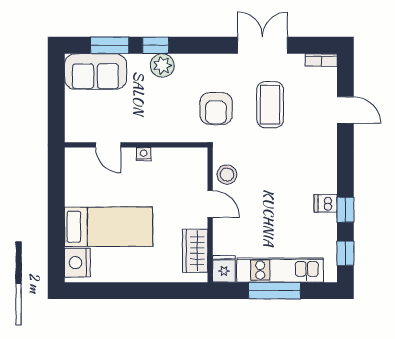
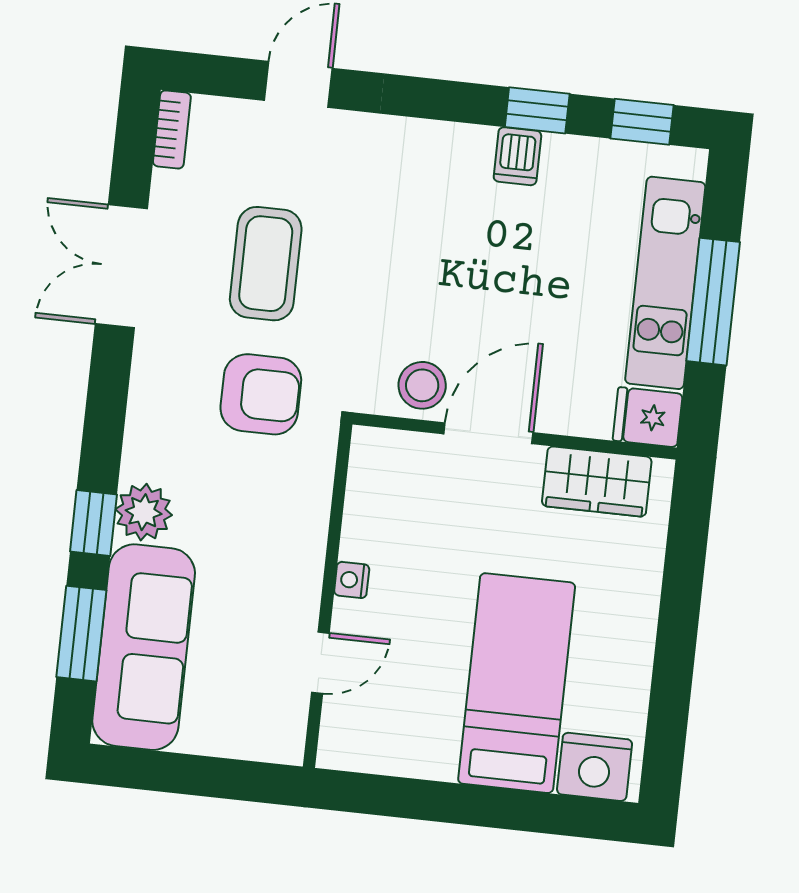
sofa: (95, 72) -> (144, 647), width x1.36
coffee table: (270, 105) -> (266, 264), turned 90
door: (210, 204) -> (488, 433), width x1.38

